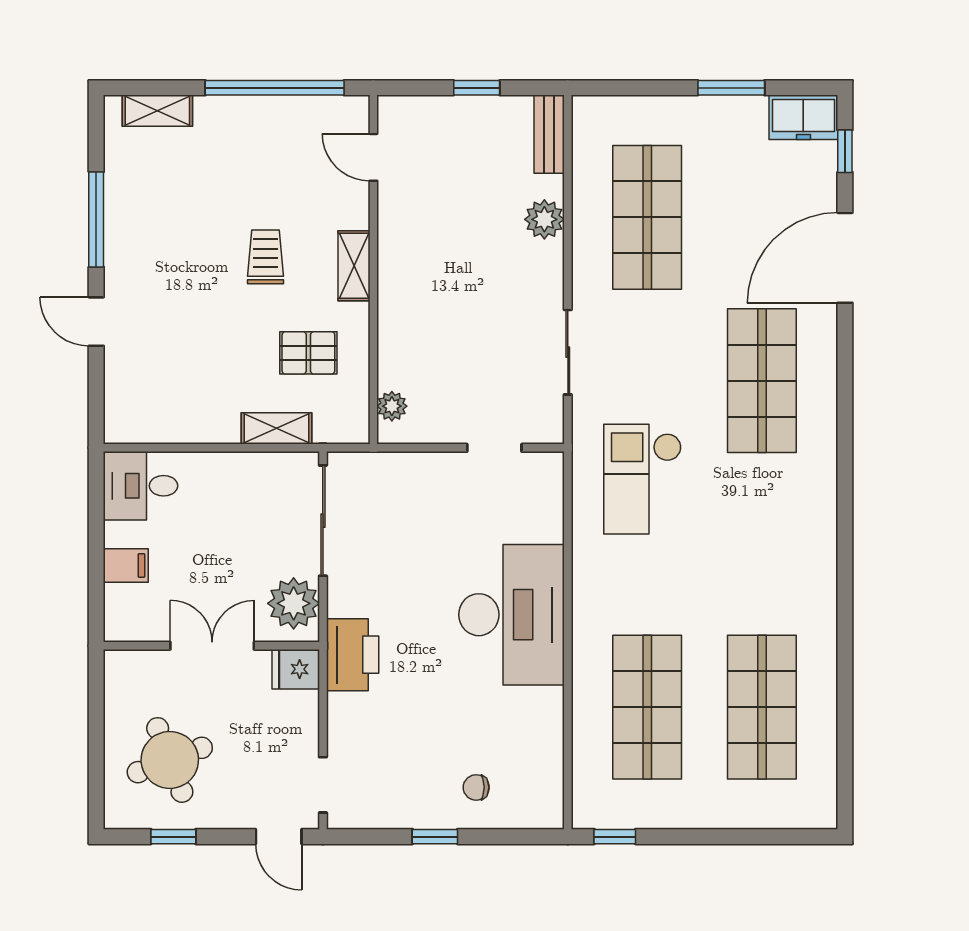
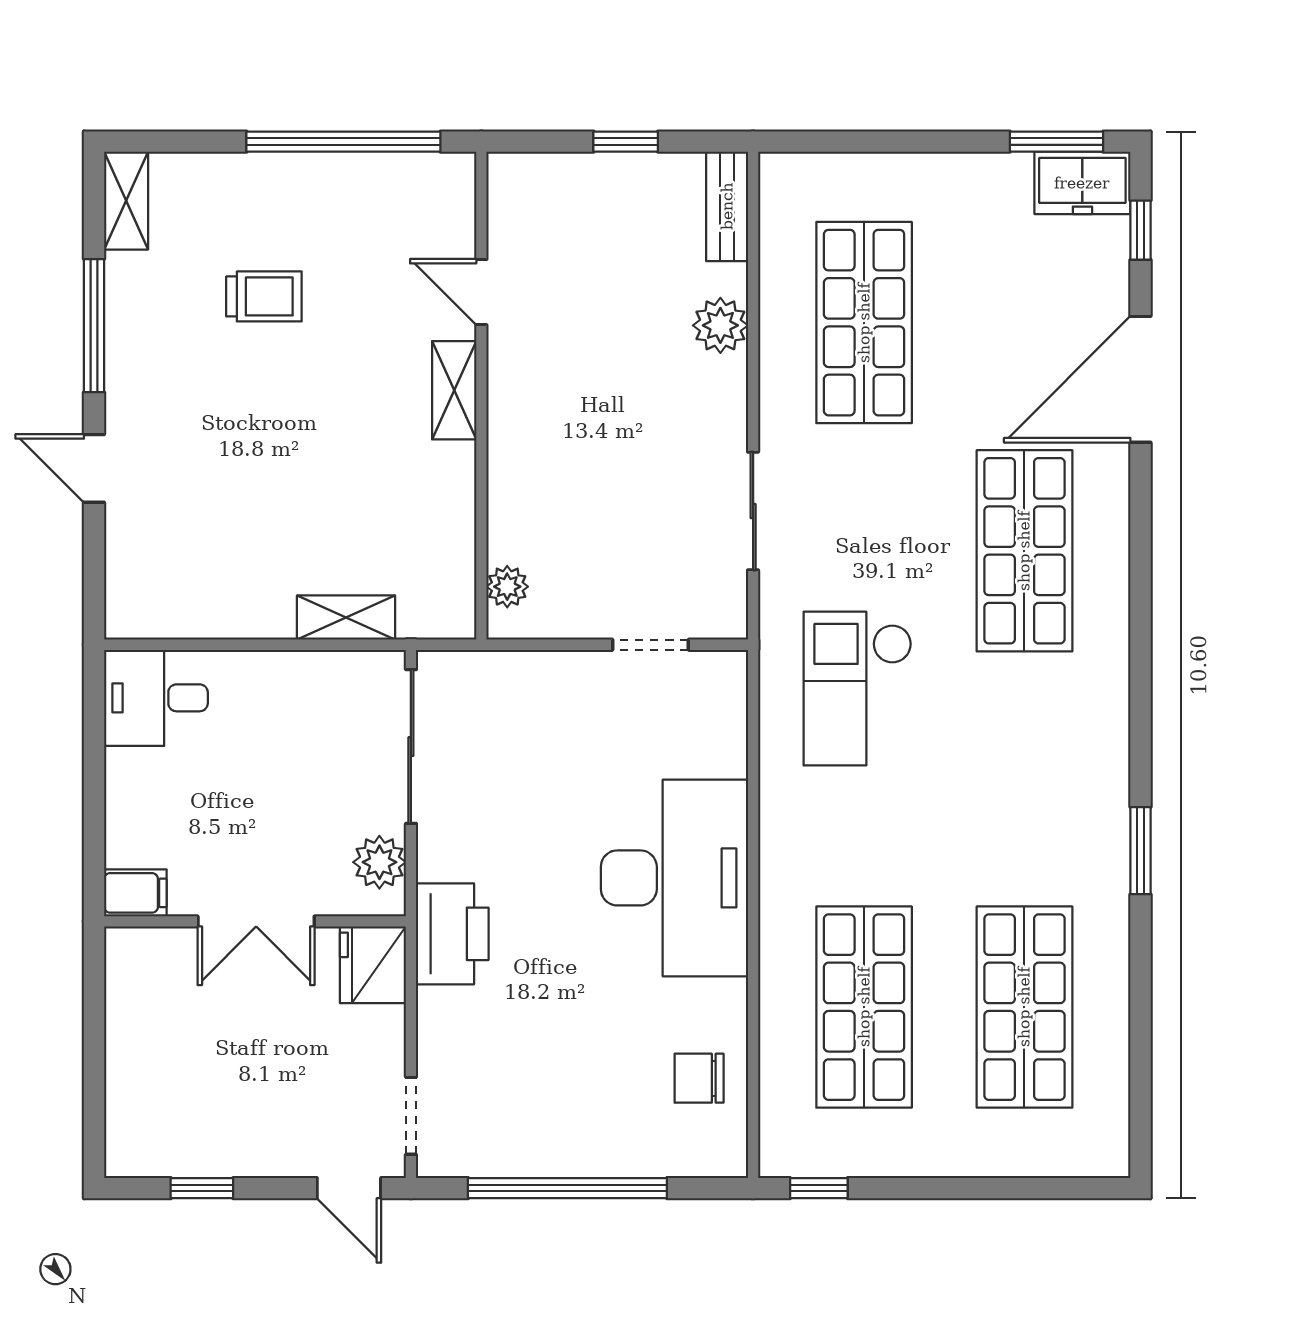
window: (731, 88) -> (1057, 142), moved
shelving: (157, 111) -> (126, 201), moved, turned 90
door: (373, 157) -> (481, 292), moved
trolley: (266, 257) -> (264, 296), moved, turned 90
pallet: (308, 353) -> (391, 512), removed
filing cabinet: (126, 566) -> (135, 893), moved
window: (845, 595) -> (1140, 851), added
plant: (294, 603) -> (379, 862), width x0.73, depth x0.73
double door: (212, 646) -> (256, 921), swing flipped
fridge: (296, 669) -> (373, 965), width x1.38
round table: (170, 760) -> (197, 1081), removed
chair: (476, 787) -> (699, 1078), moved, width x1.37, depth x1.37
window: (435, 837) -> (567, 1188), width x3.17

